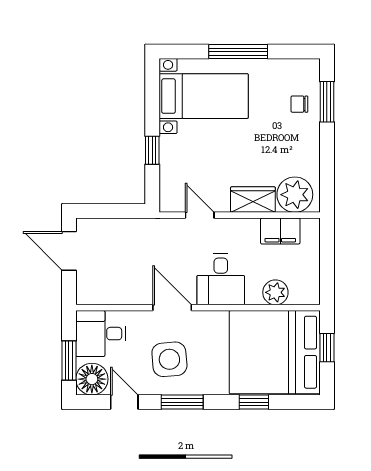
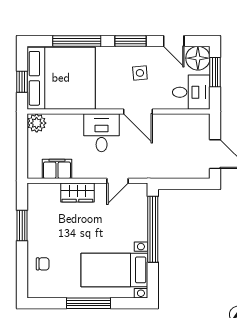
window: (327, 102) -> (22, 225), moved
window: (152, 150) -> (153, 229), width x3.17
plant: (295, 195) -> (46, 196), removed
door: (200, 215) -> (117, 181), hinge flipped
plant: (275, 292) -> (37, 123), moved
side table: (169, 359) -> (140, 73), width x0.54, depth x0.54
window: (254, 402) -> (77, 41), width x2.17

